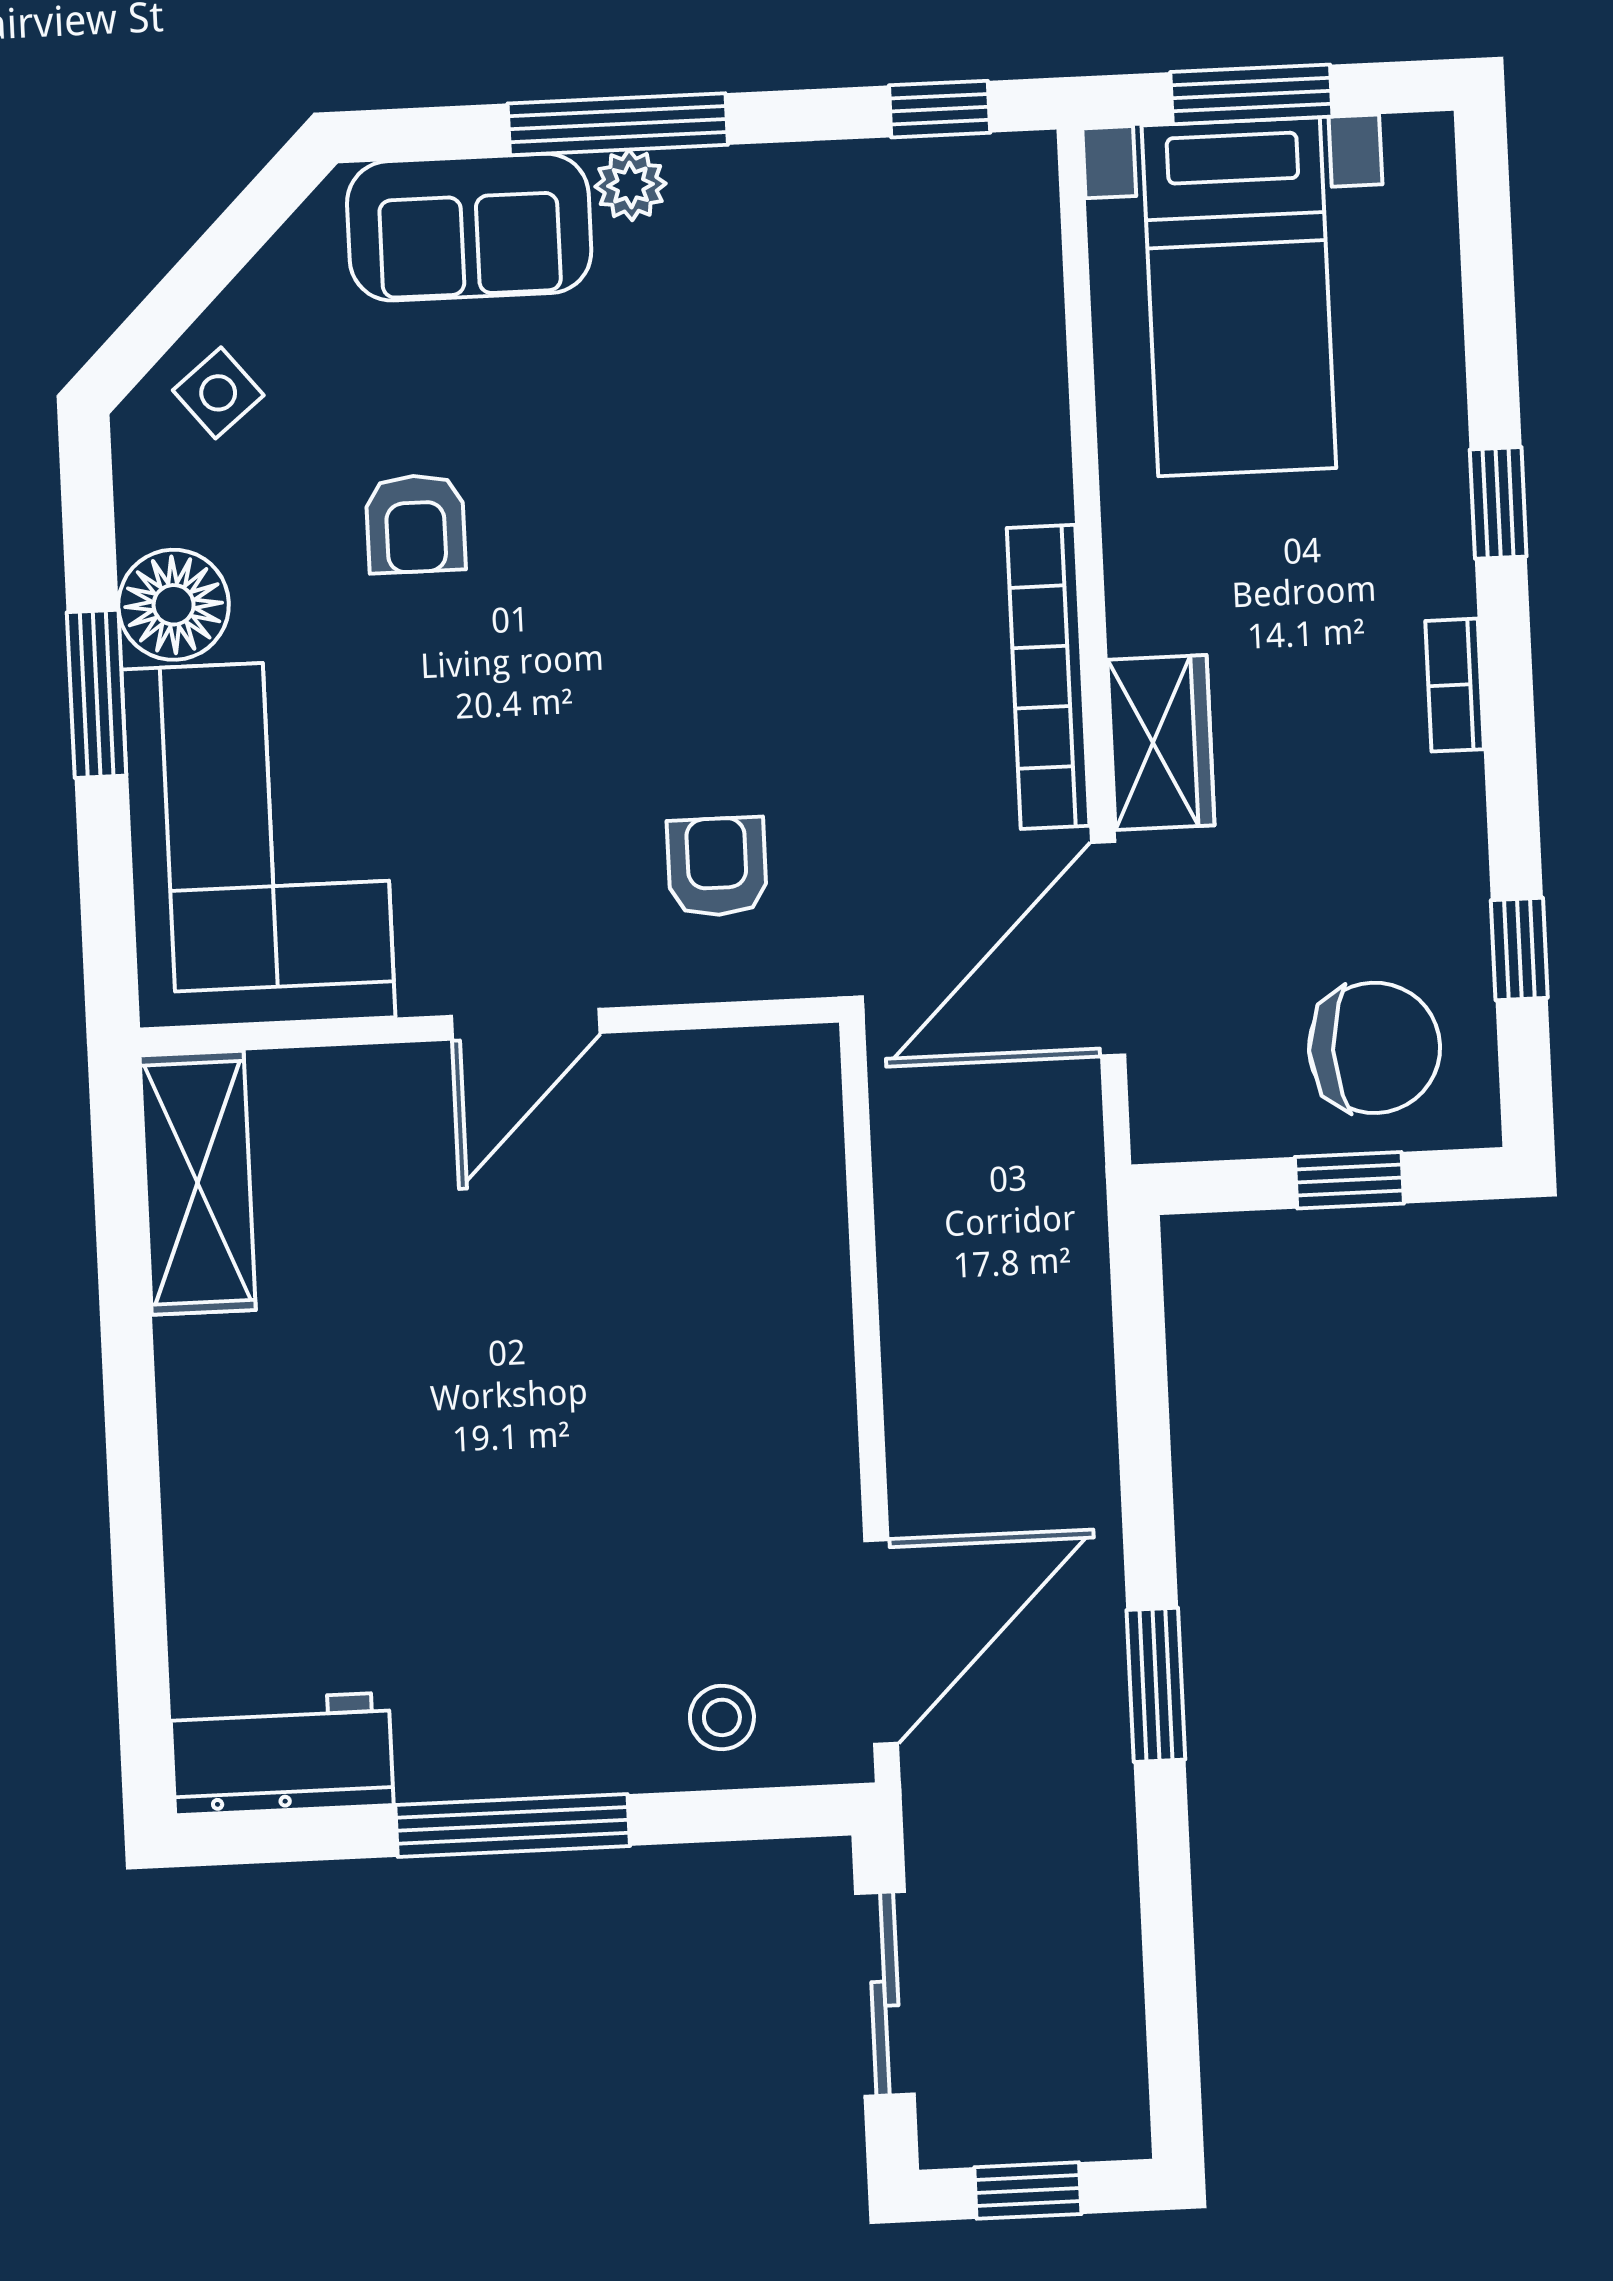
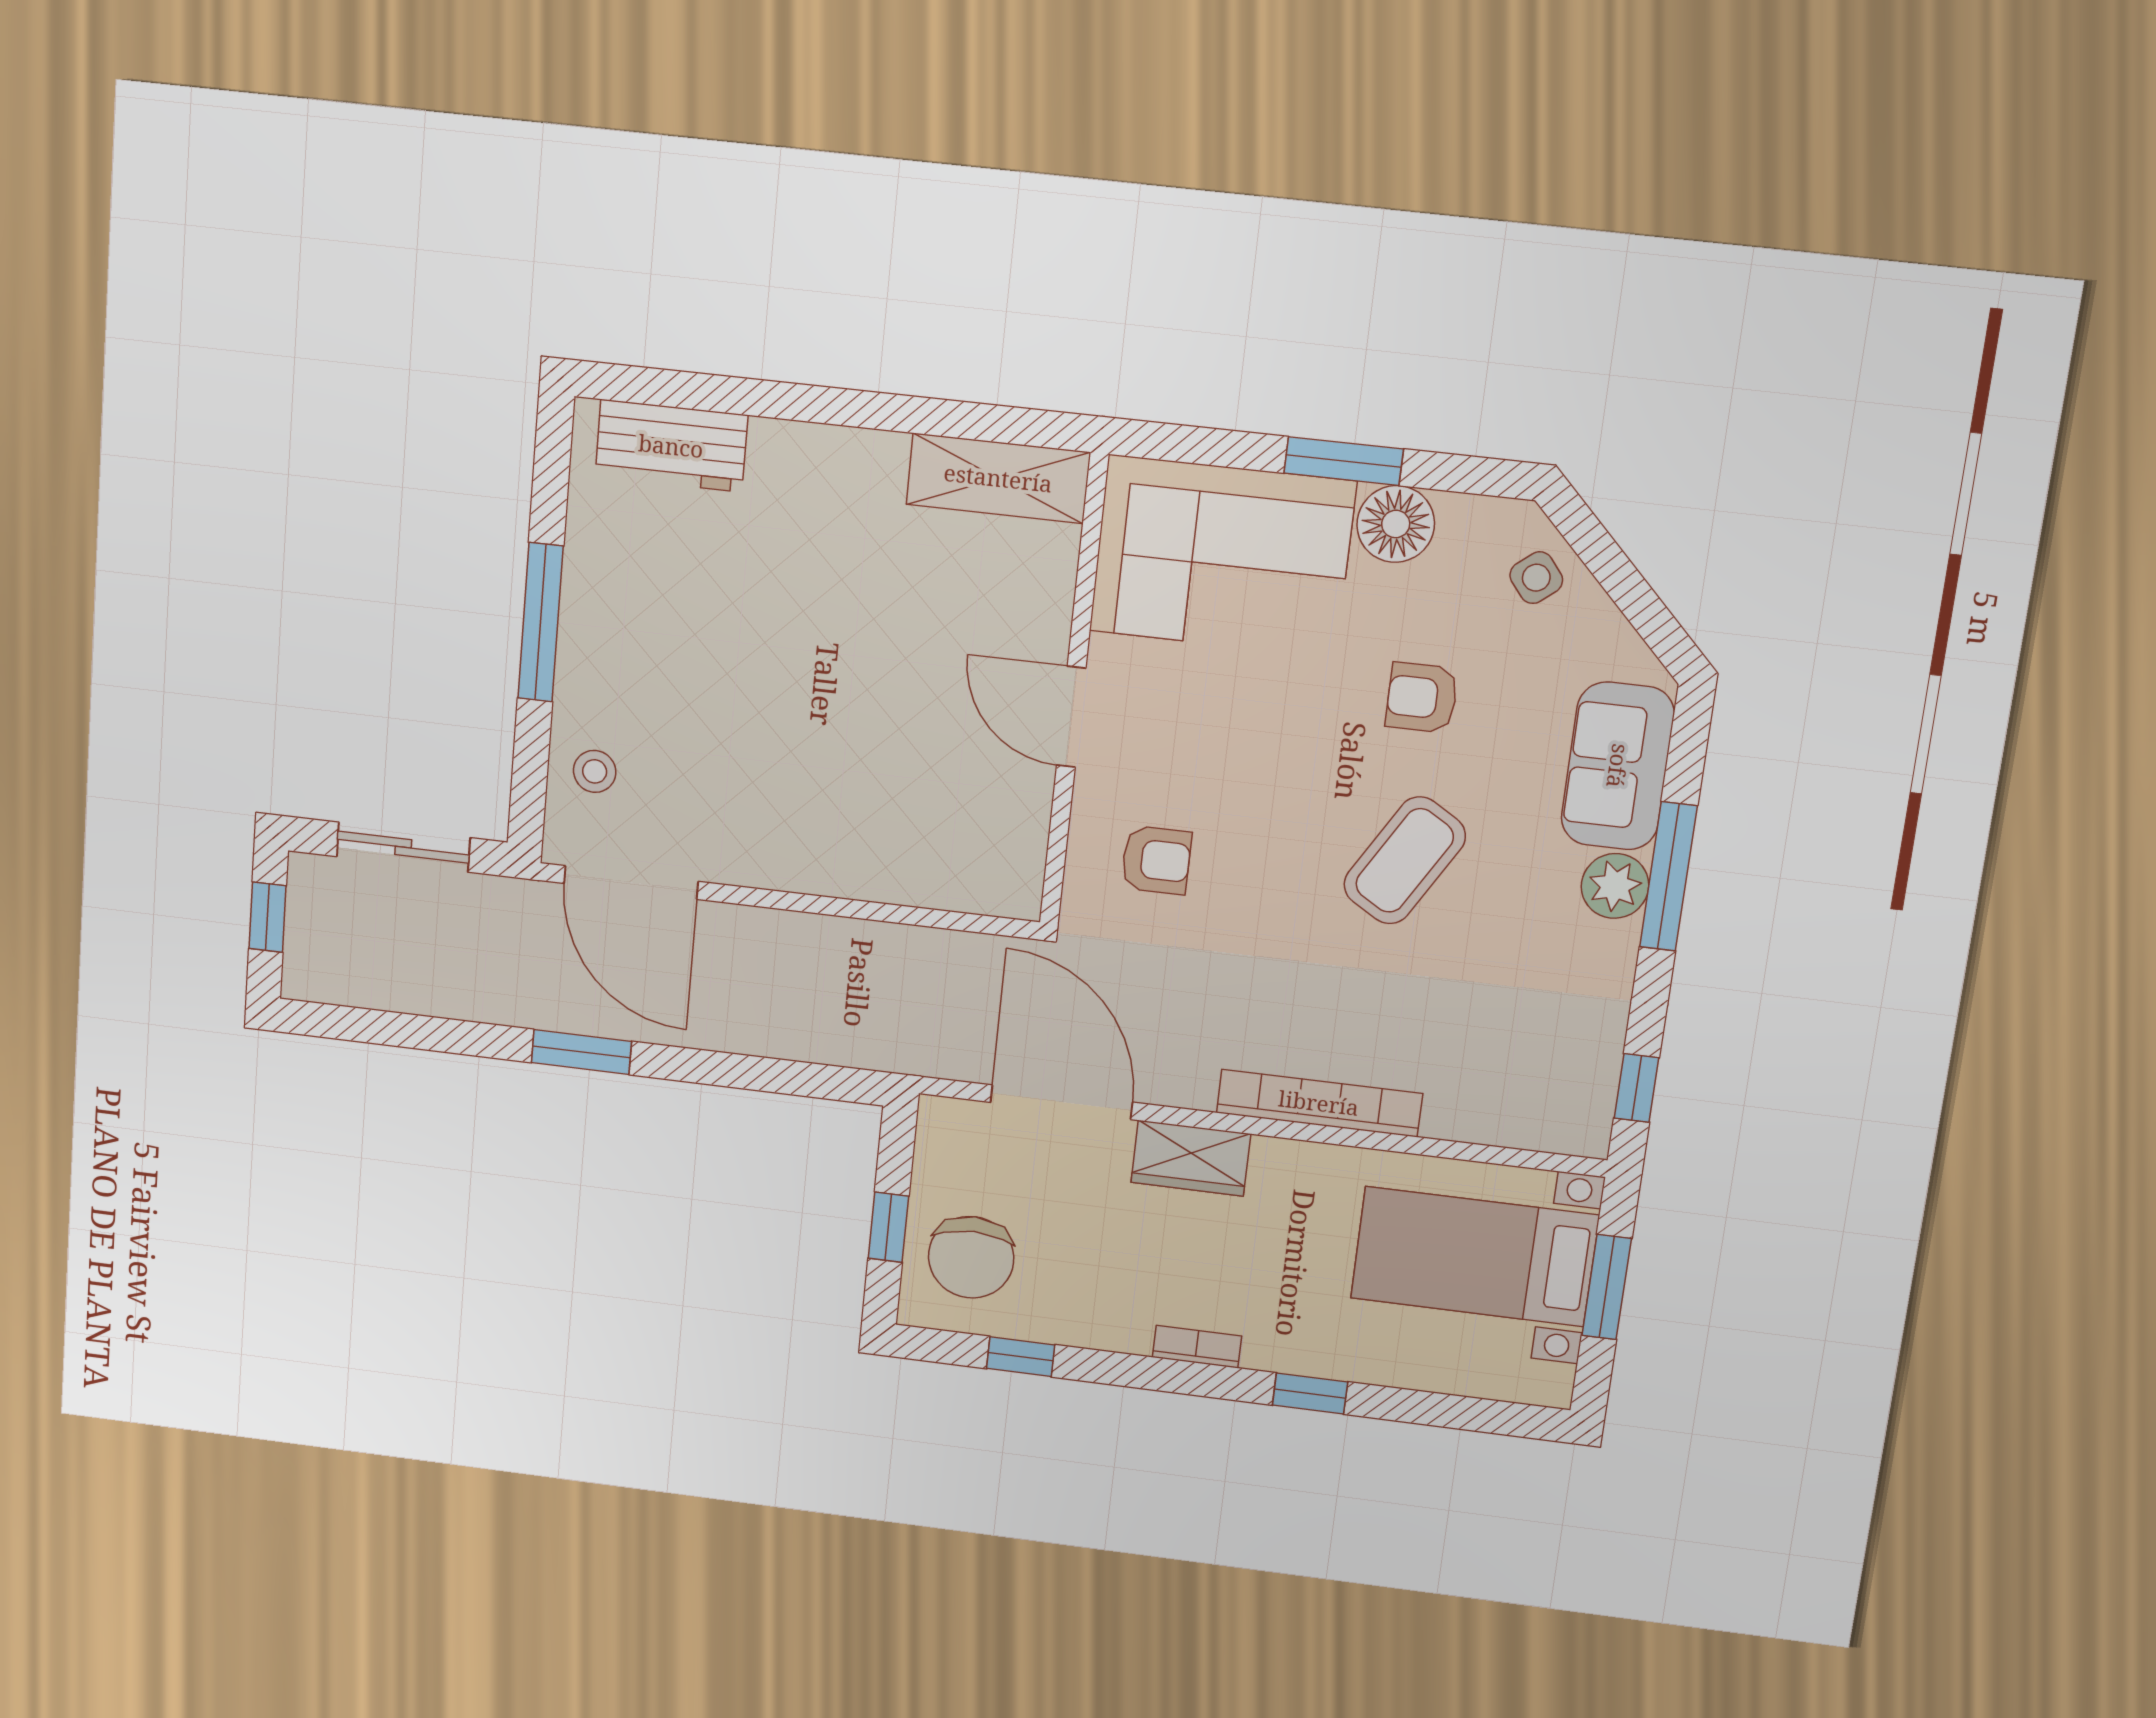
plant: (630, 185) -> (1615, 886), width x1.38, depth x1.38
coffee table: (657, 506) -> (1405, 860), added
bookcase: (1048, 677) -> (1319, 1103), moved
workbench: (282, 1754) -> (671, 446), moved, turned 90

